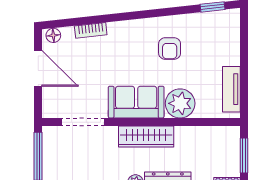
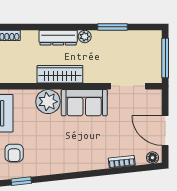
armchair: (170, 48) -> (14, 153), moved, turned 180
wardrobe: (146, 137) -> (60, 74), moved

